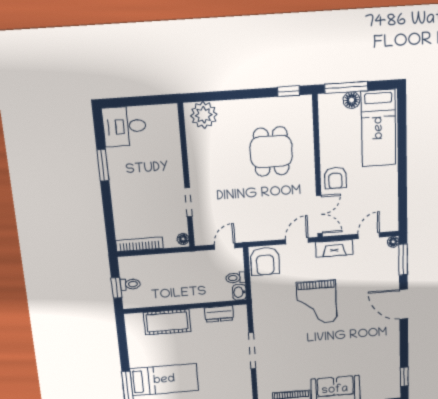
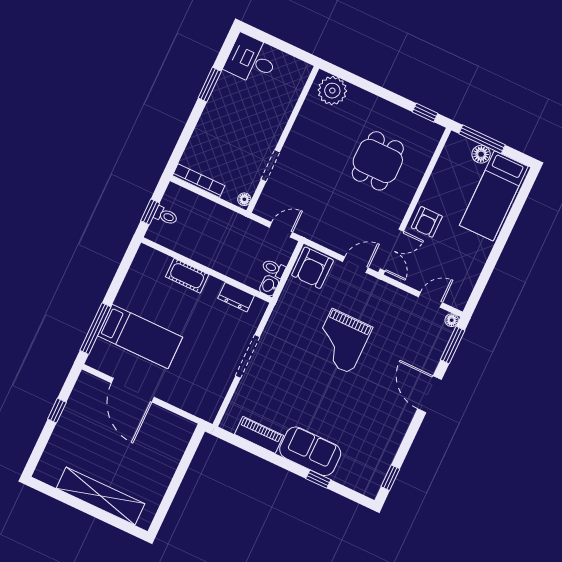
fireplace: (334, 248) -> (389, 294), removed
cot: (167, 322) -> (187, 276), width x0.73, depth x0.75

